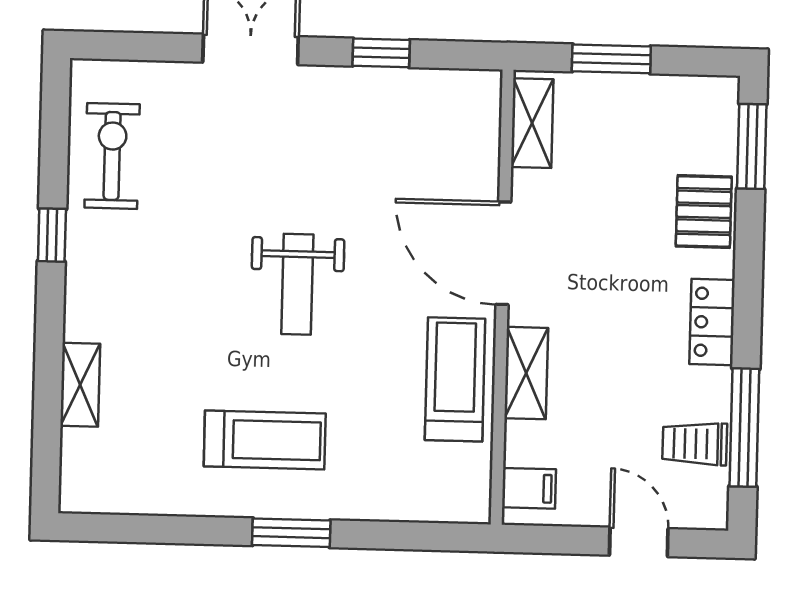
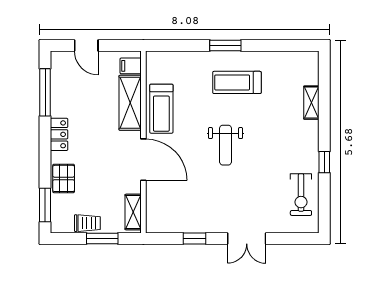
weight bench: (297, 284) -> (226, 145), turned 180
shelving: (526, 373) -> (130, 103), width x1.50, depth x1.33
trolley: (695, 444) -> (87, 223), moved

